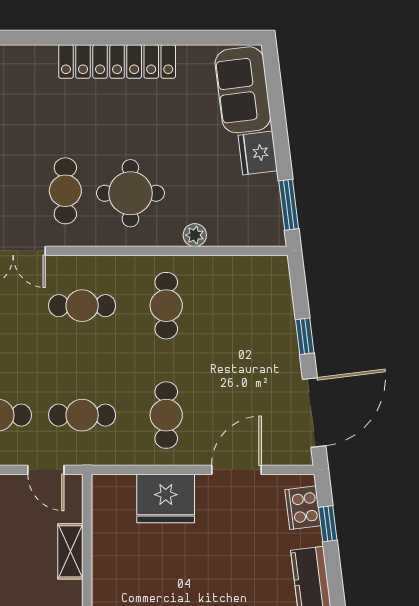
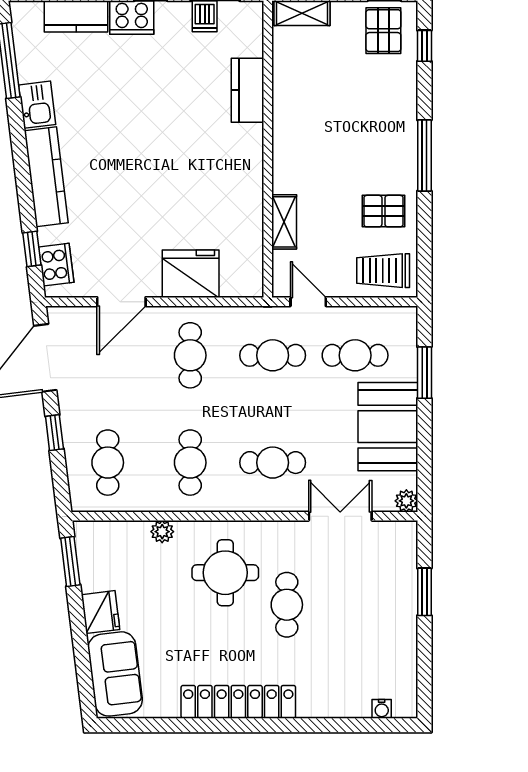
cafe table: (65, 191) -> (287, 605), moved
cafe table: (250, 306) -> (108, 463), added

